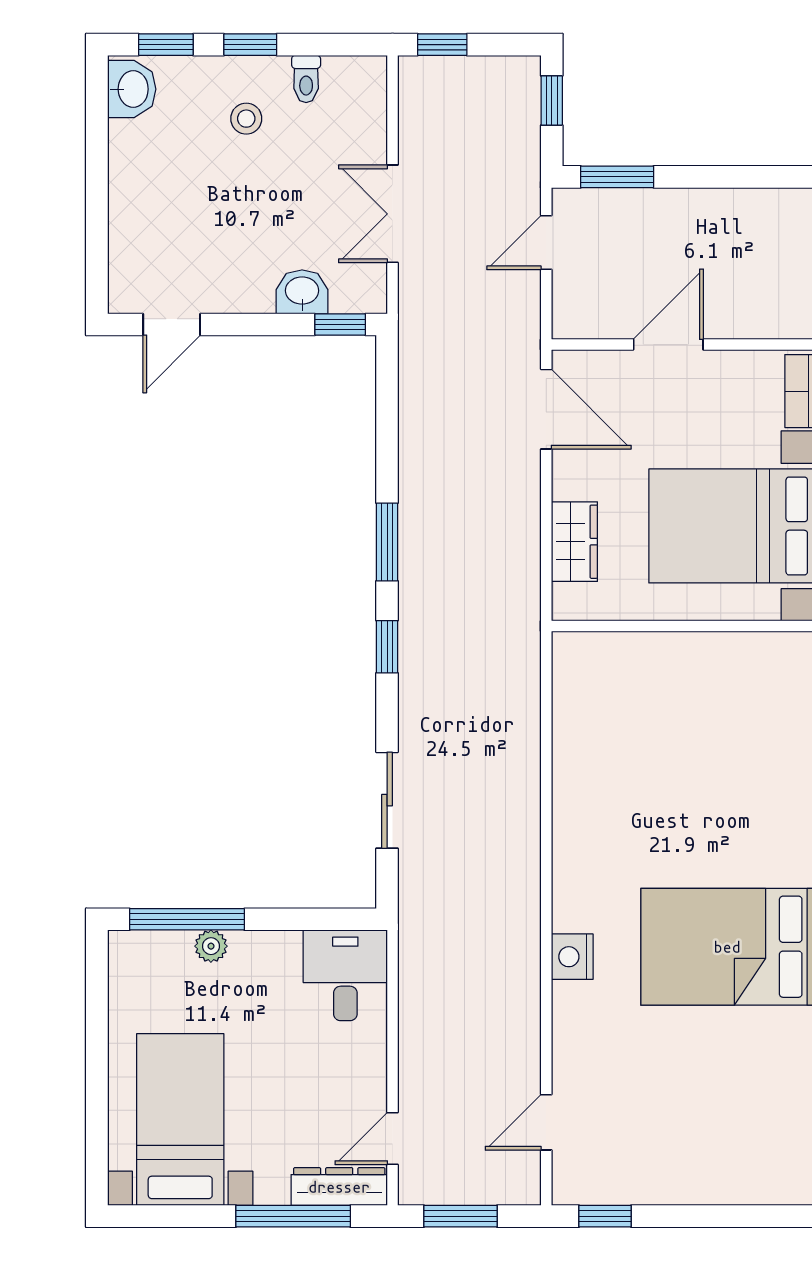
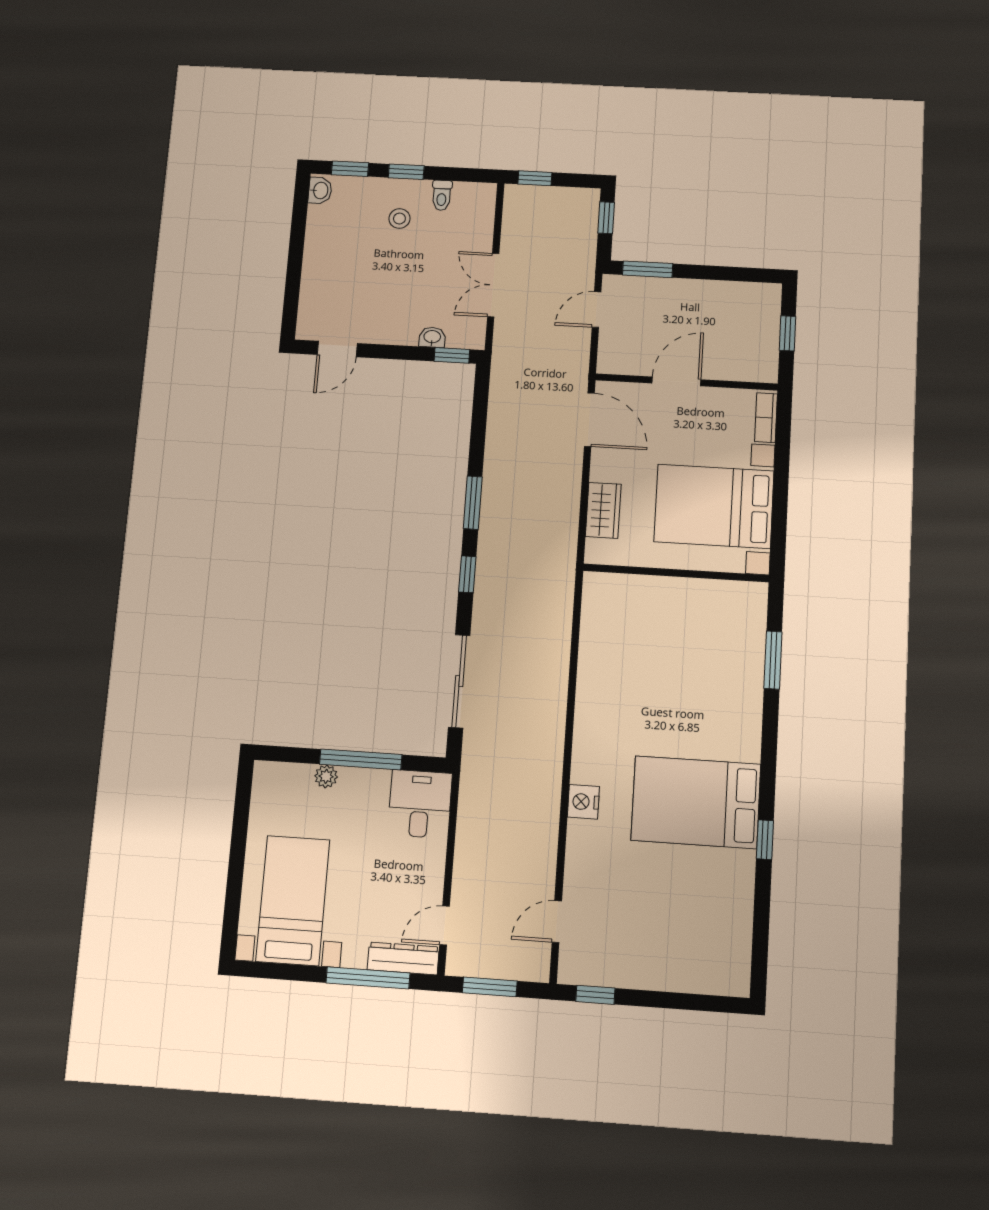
washbasin: (132, 89) -> (320, 190), width x0.72, depth x0.69
washbasin: (302, 292) -> (432, 337), width x0.72, depth x0.69
sliding door: (387, 800) -> (459, 681), width x1.37
window: (187, 919) -> (361, 759), moved

